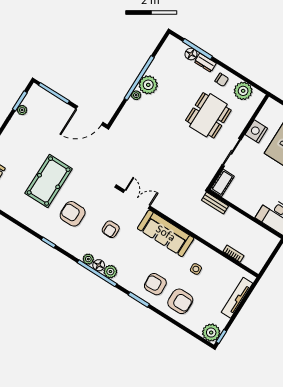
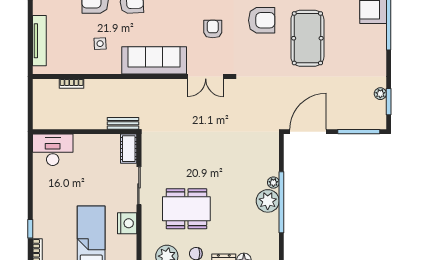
dining table: (208, 115) -> (186, 209), turned 90

